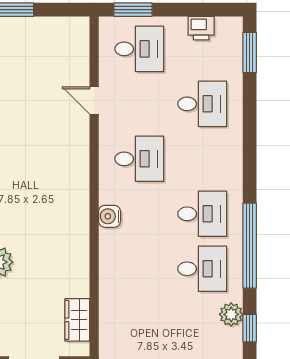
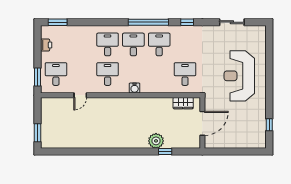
desk: (202, 104) -> (108, 44), moved
plant: (231, 314) -> (181, 31), removed
desk: (139, 324) -> (185, 74), added

